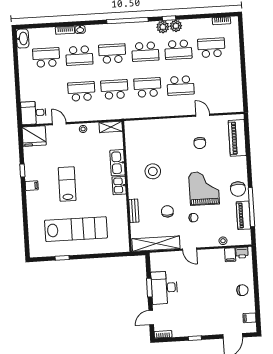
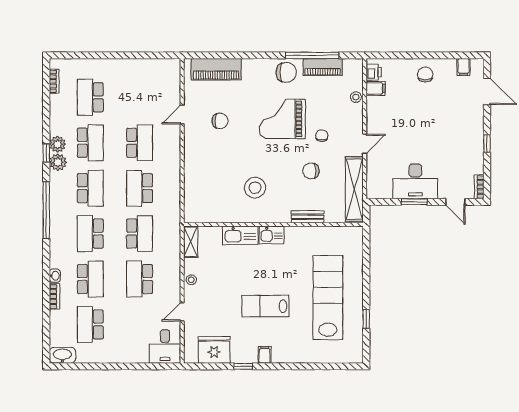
school desk: (114, 89) -> (140, 234), turned 180
fridge: (34, 136) -> (214, 350), moved, turned -90

